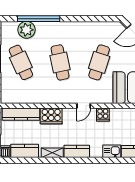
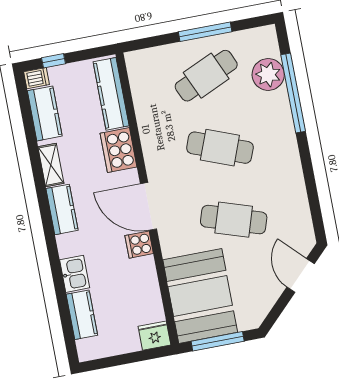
cafe table: (60, 62) -> (220, 148), turned 33
door: (84, 106) -> (149, 206), width x1.87

